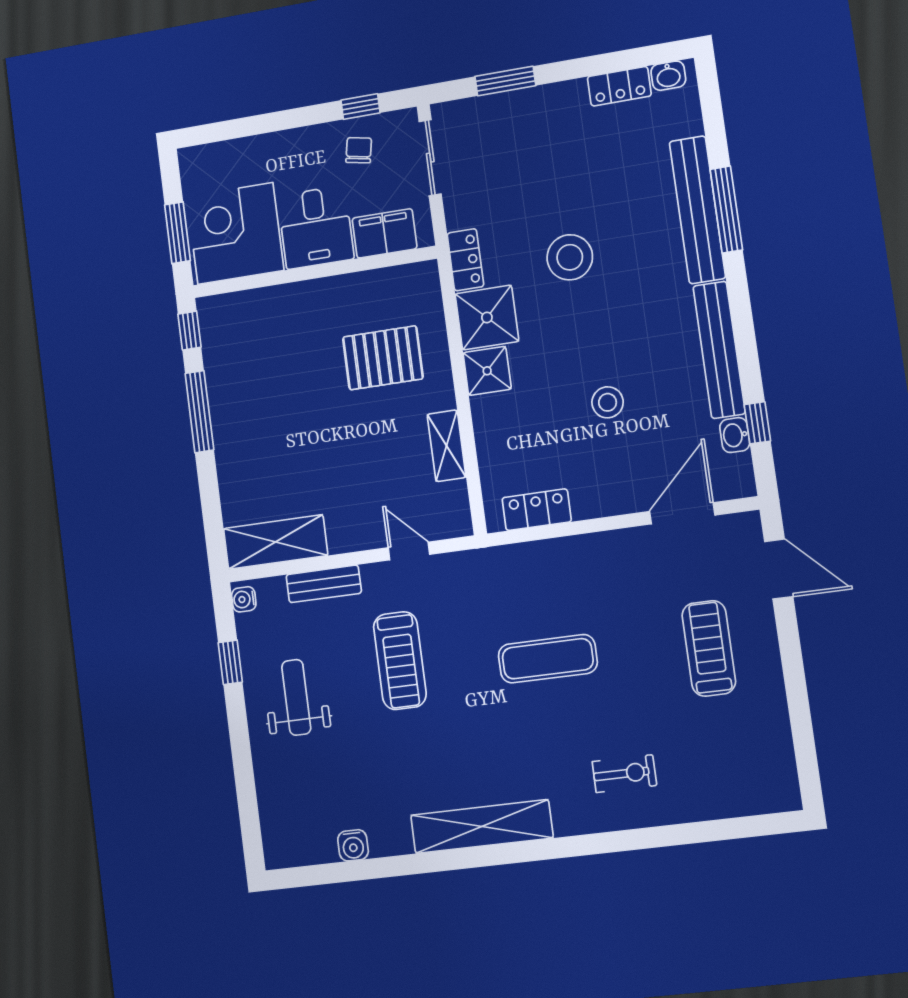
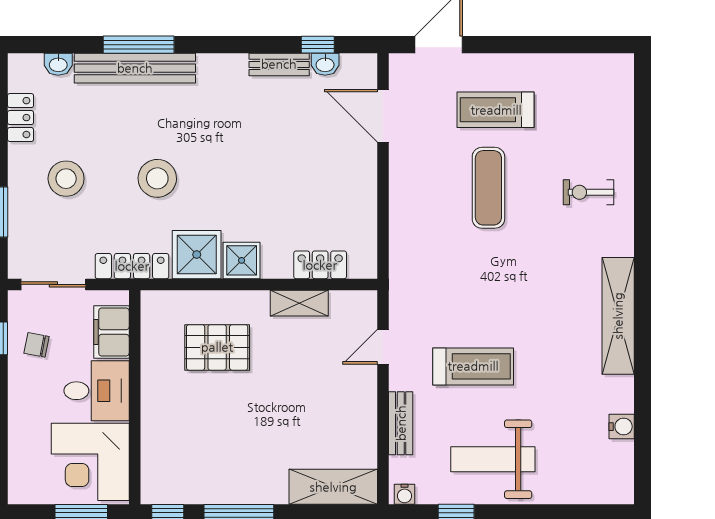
washbasin: (668, 76) -> (58, 64), moved, turned 90
locker: (465, 260) -> (132, 266), width x1.53
bench: (719, 350) -> (279, 64), width x0.54, depth x0.82
pallet: (383, 358) -> (217, 347), turned 90
stool: (608, 402) -> (66, 179), moved, width x1.38, depth x1.38
locker: (537, 510) -> (320, 265), moved, turned 90
shelving: (276, 542) -> (333, 487), moved, turned 90
exercise mat: (548, 659) -> (488, 188), moved
weight bench: (296, 697) -> (493, 459), width x1.36, depth x1.33
exercise bike: (624, 774) -> (588, 192), turned -90

